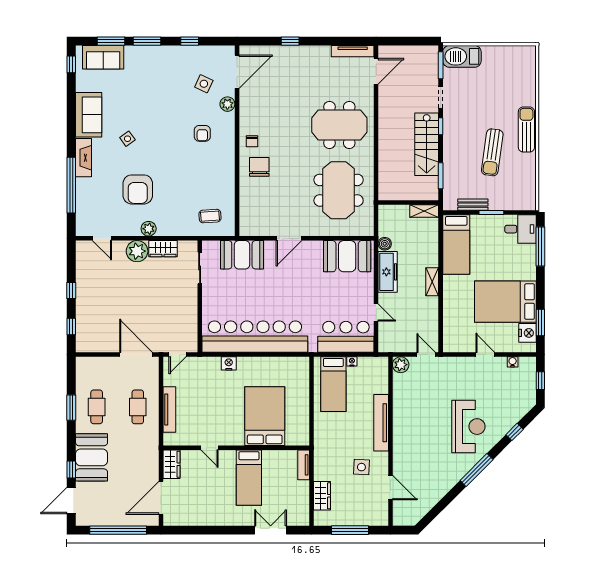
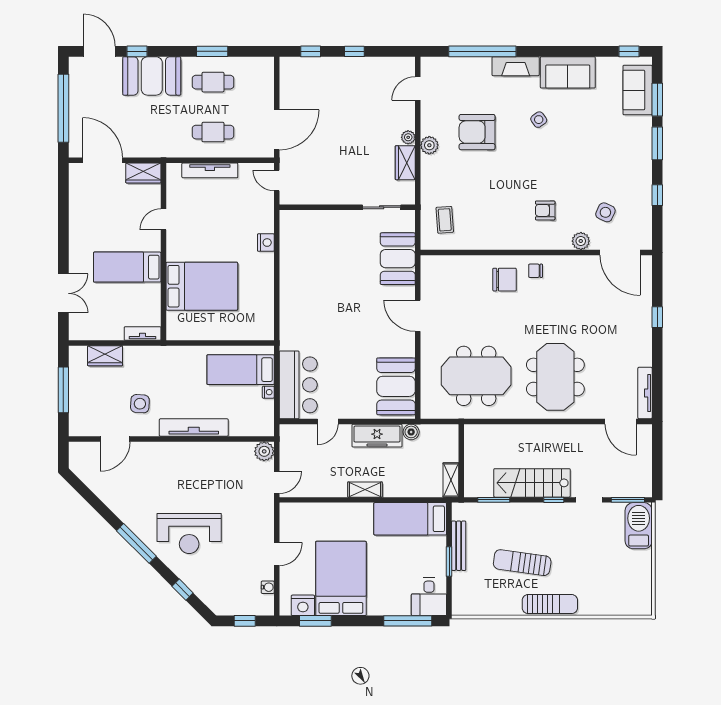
bench: (473, 205) -> (459, 546), width x1.36
plant: (137, 251) -> (408, 137), width x0.53, depth x0.53
bar counter: (255, 337) -> (298, 274), removed

